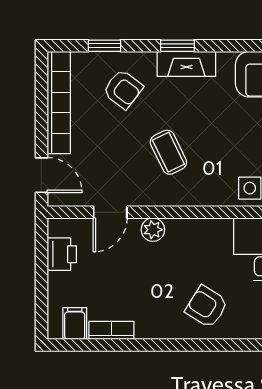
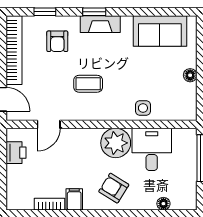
armchair: (123, 89) -> (57, 41), turned 53
coffee table: (168, 152) -> (88, 84), turned -64
plant: (153, 230) -> (116, 143), moved, width x1.88, depth x1.88
filing cabinet: (75, 323) -> (74, 199), moved

